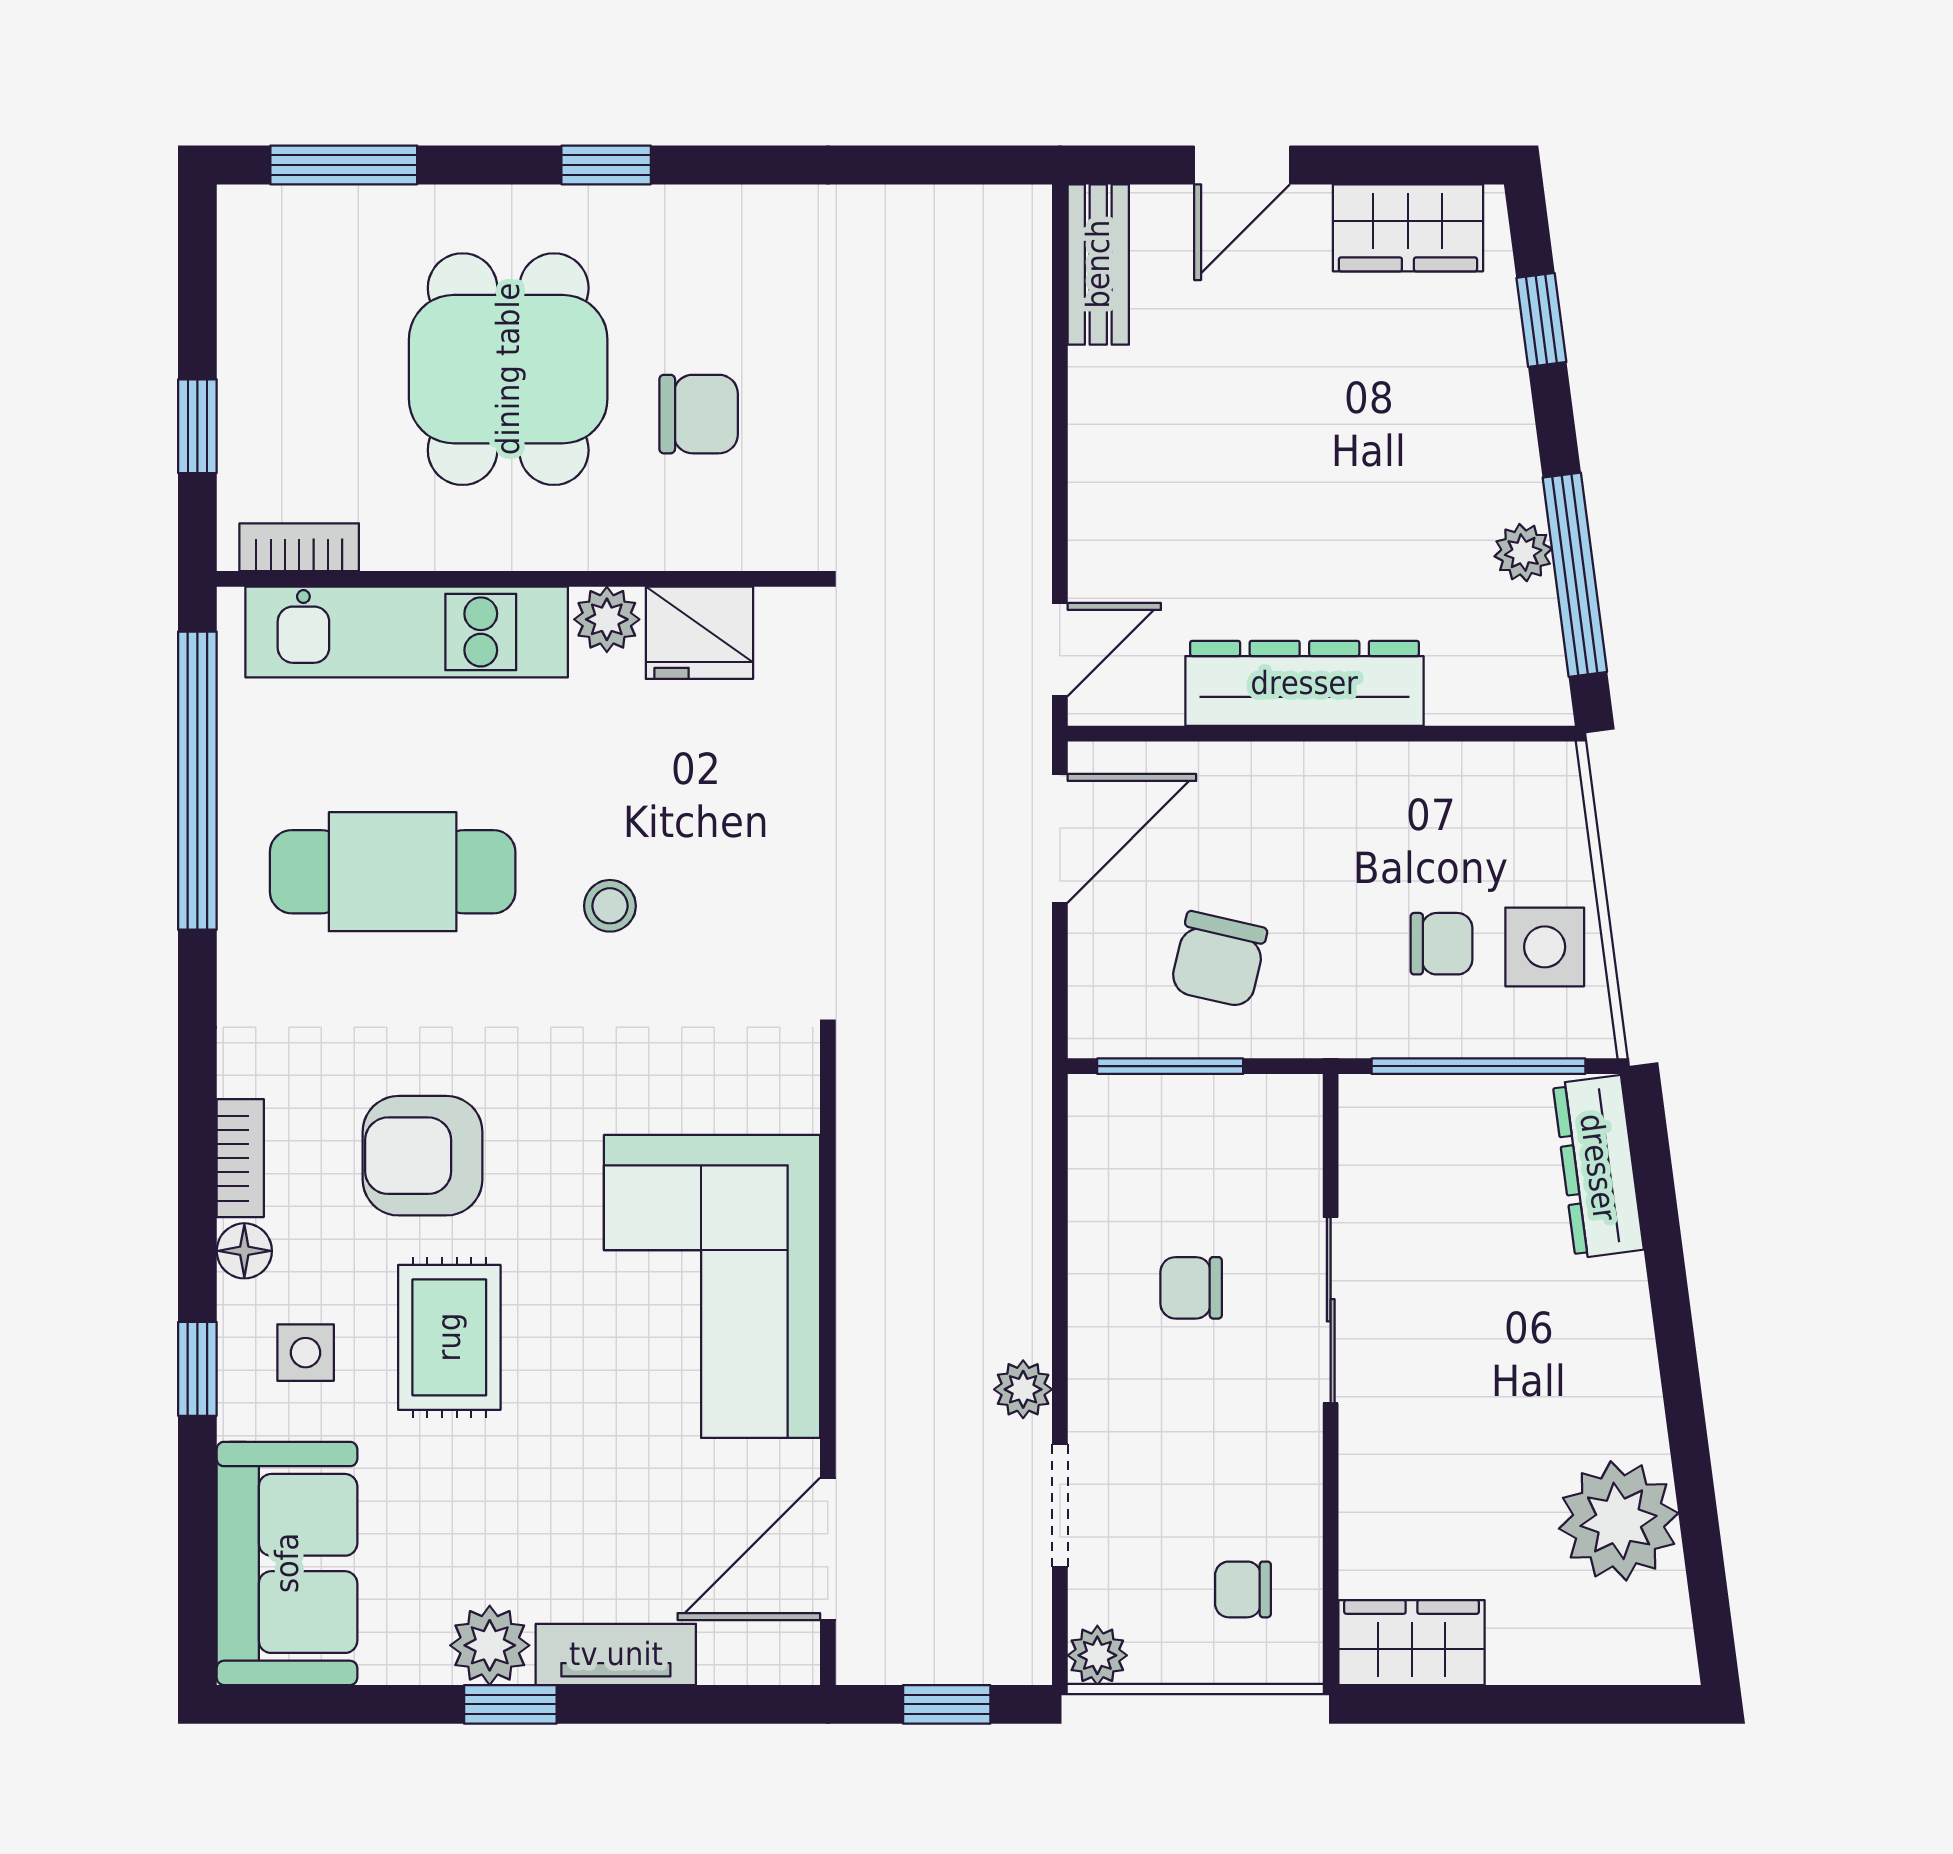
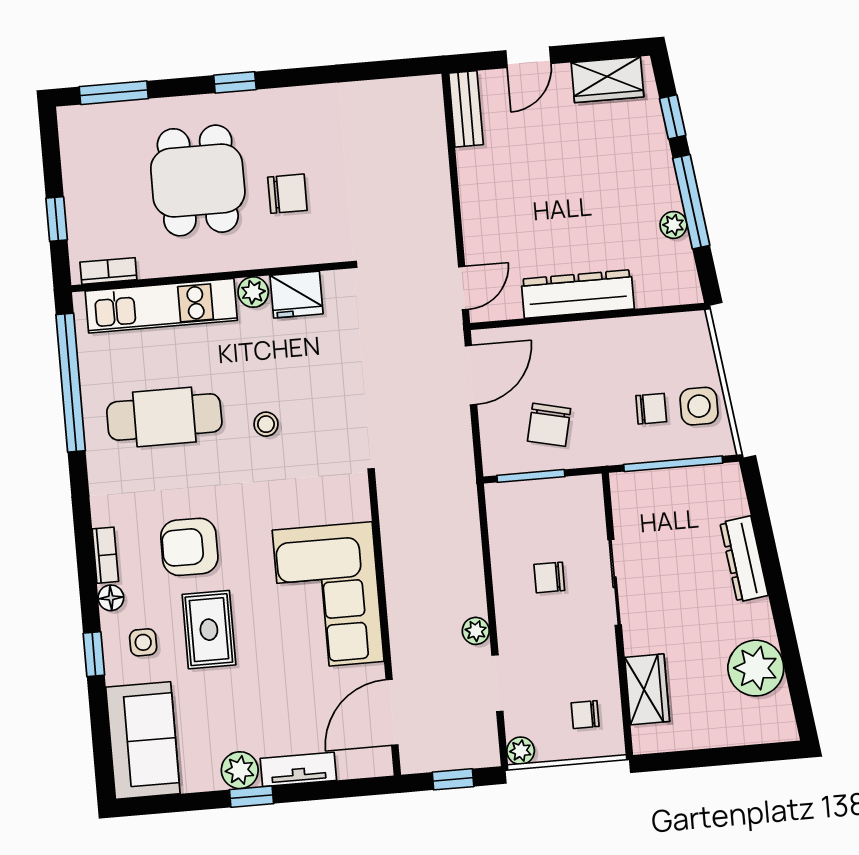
window: (1575, 575) -> (691, 202), moved
dresser: (1598, 1167) -> (744, 559), moved
wardrobe: (1412, 1643) -> (647, 689), moved, turned 90

